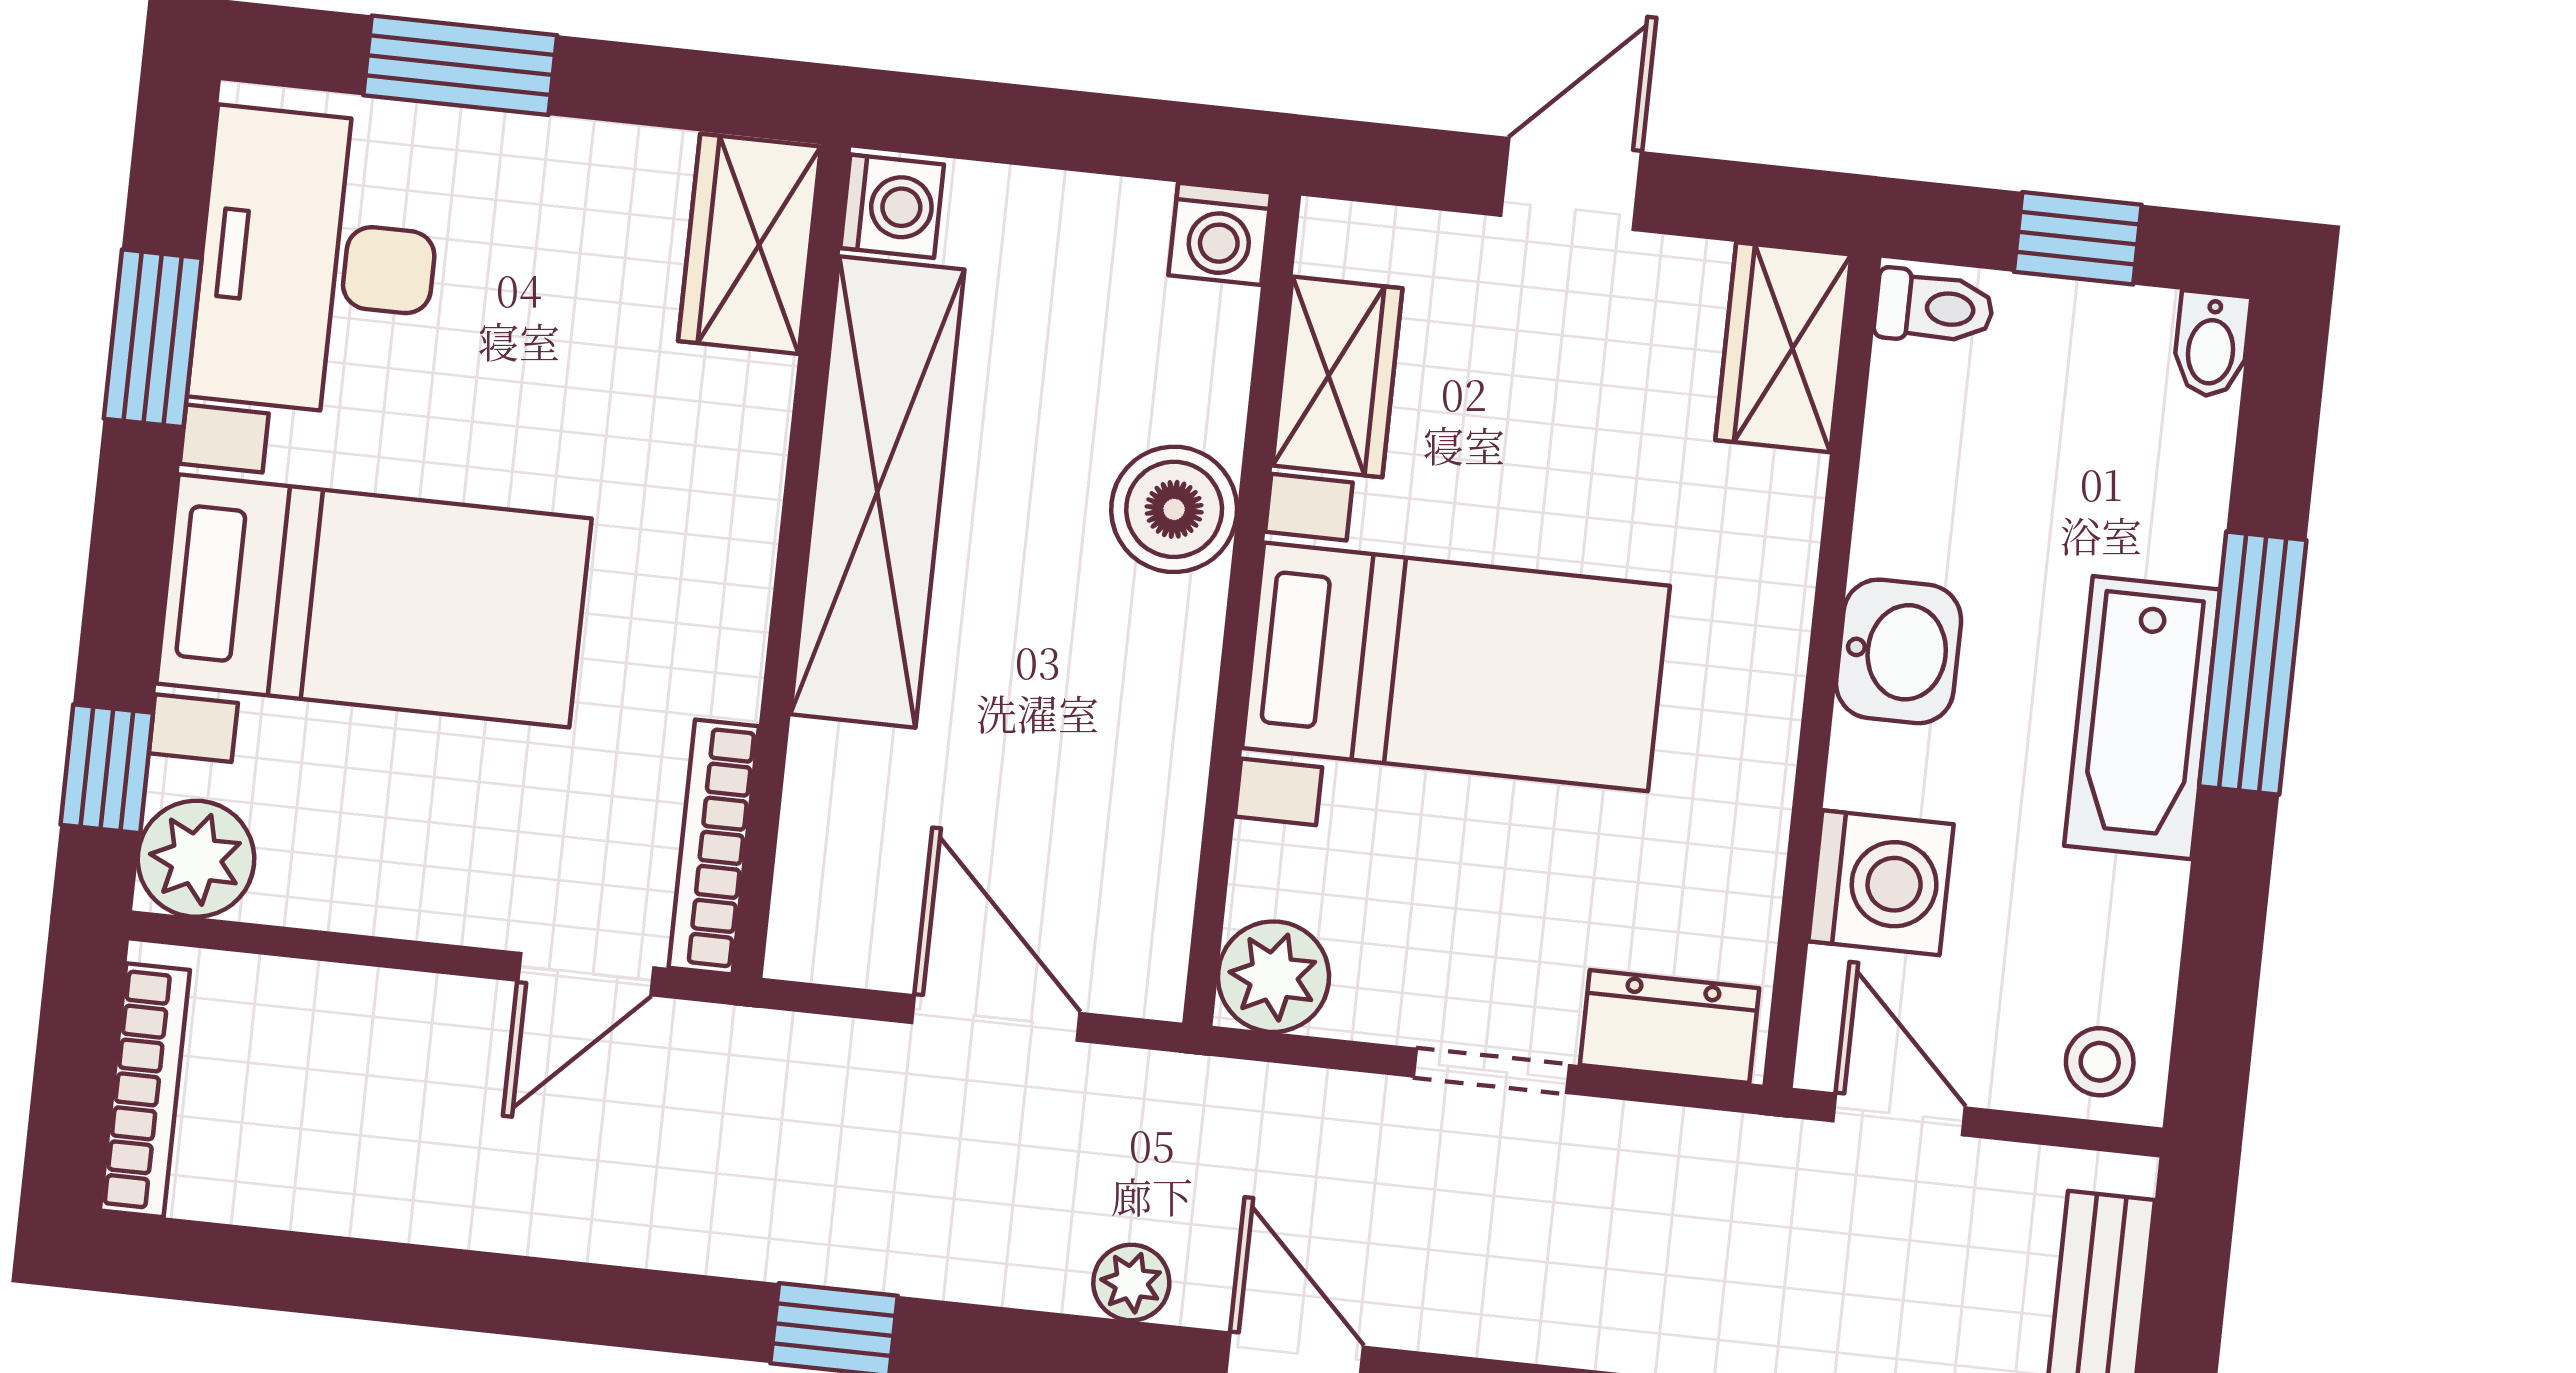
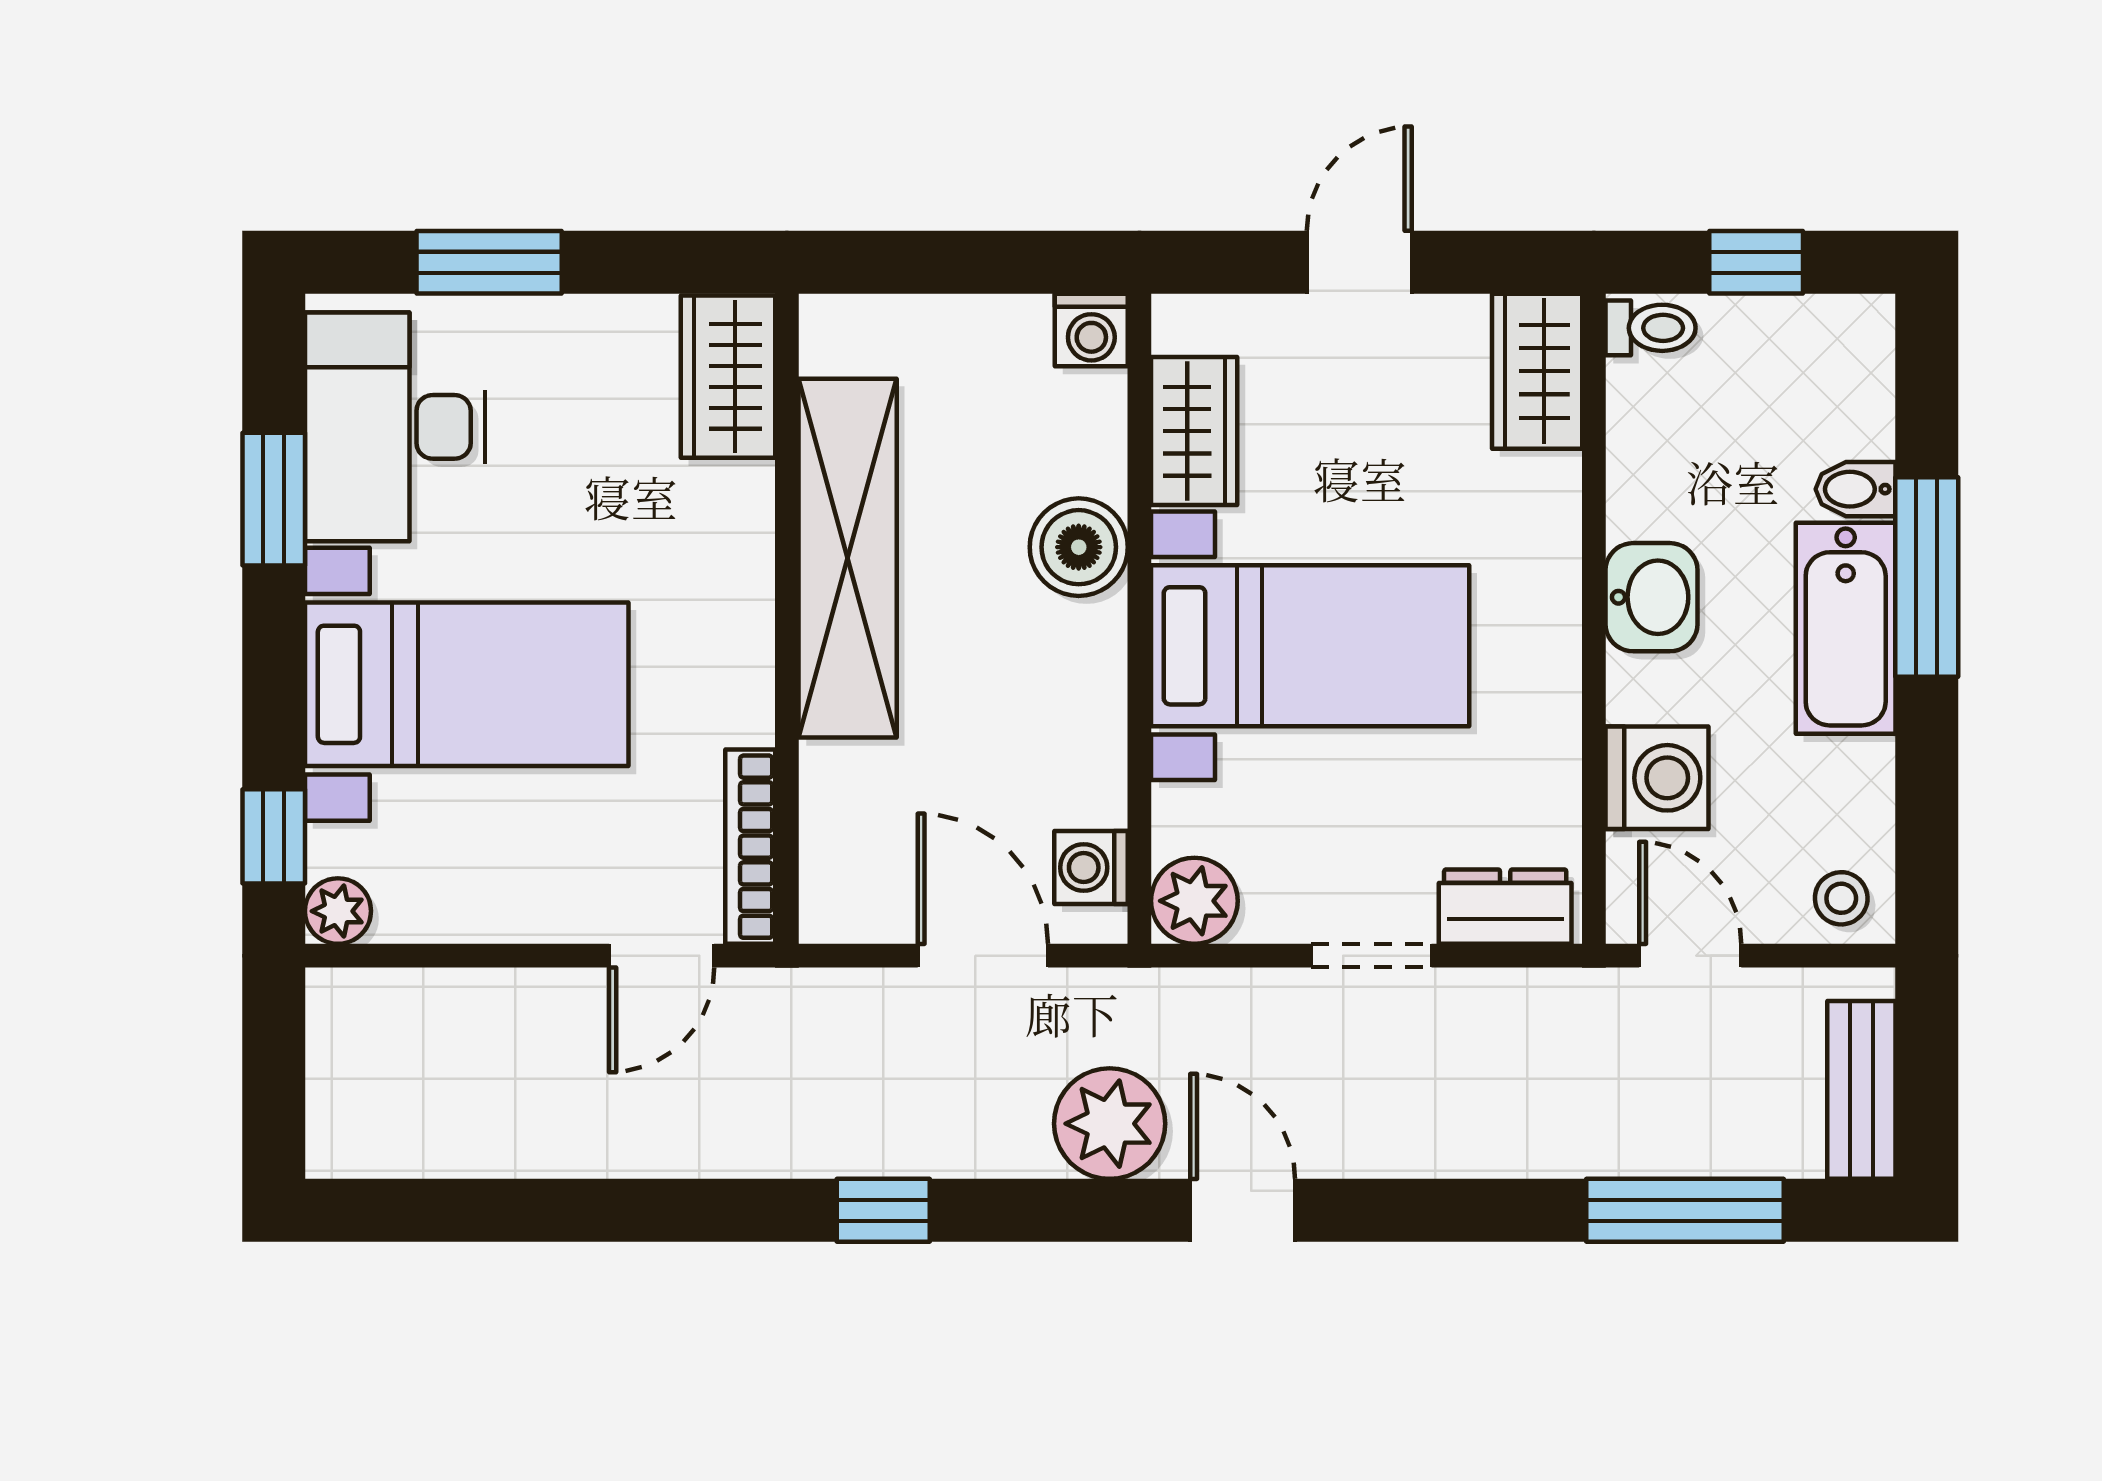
washing machine: (892, 206) -> (1091, 868), moved, turned 180
bidet: (2211, 345) -> (1856, 489), moved, turned 90
plant: (196, 859) -> (338, 911), width x0.73, depth x0.73
bookcase: (145, 1090) -> (330, 1082), removed
plant: (1131, 1283) -> (1110, 1124), width x1.88, depth x1.88

